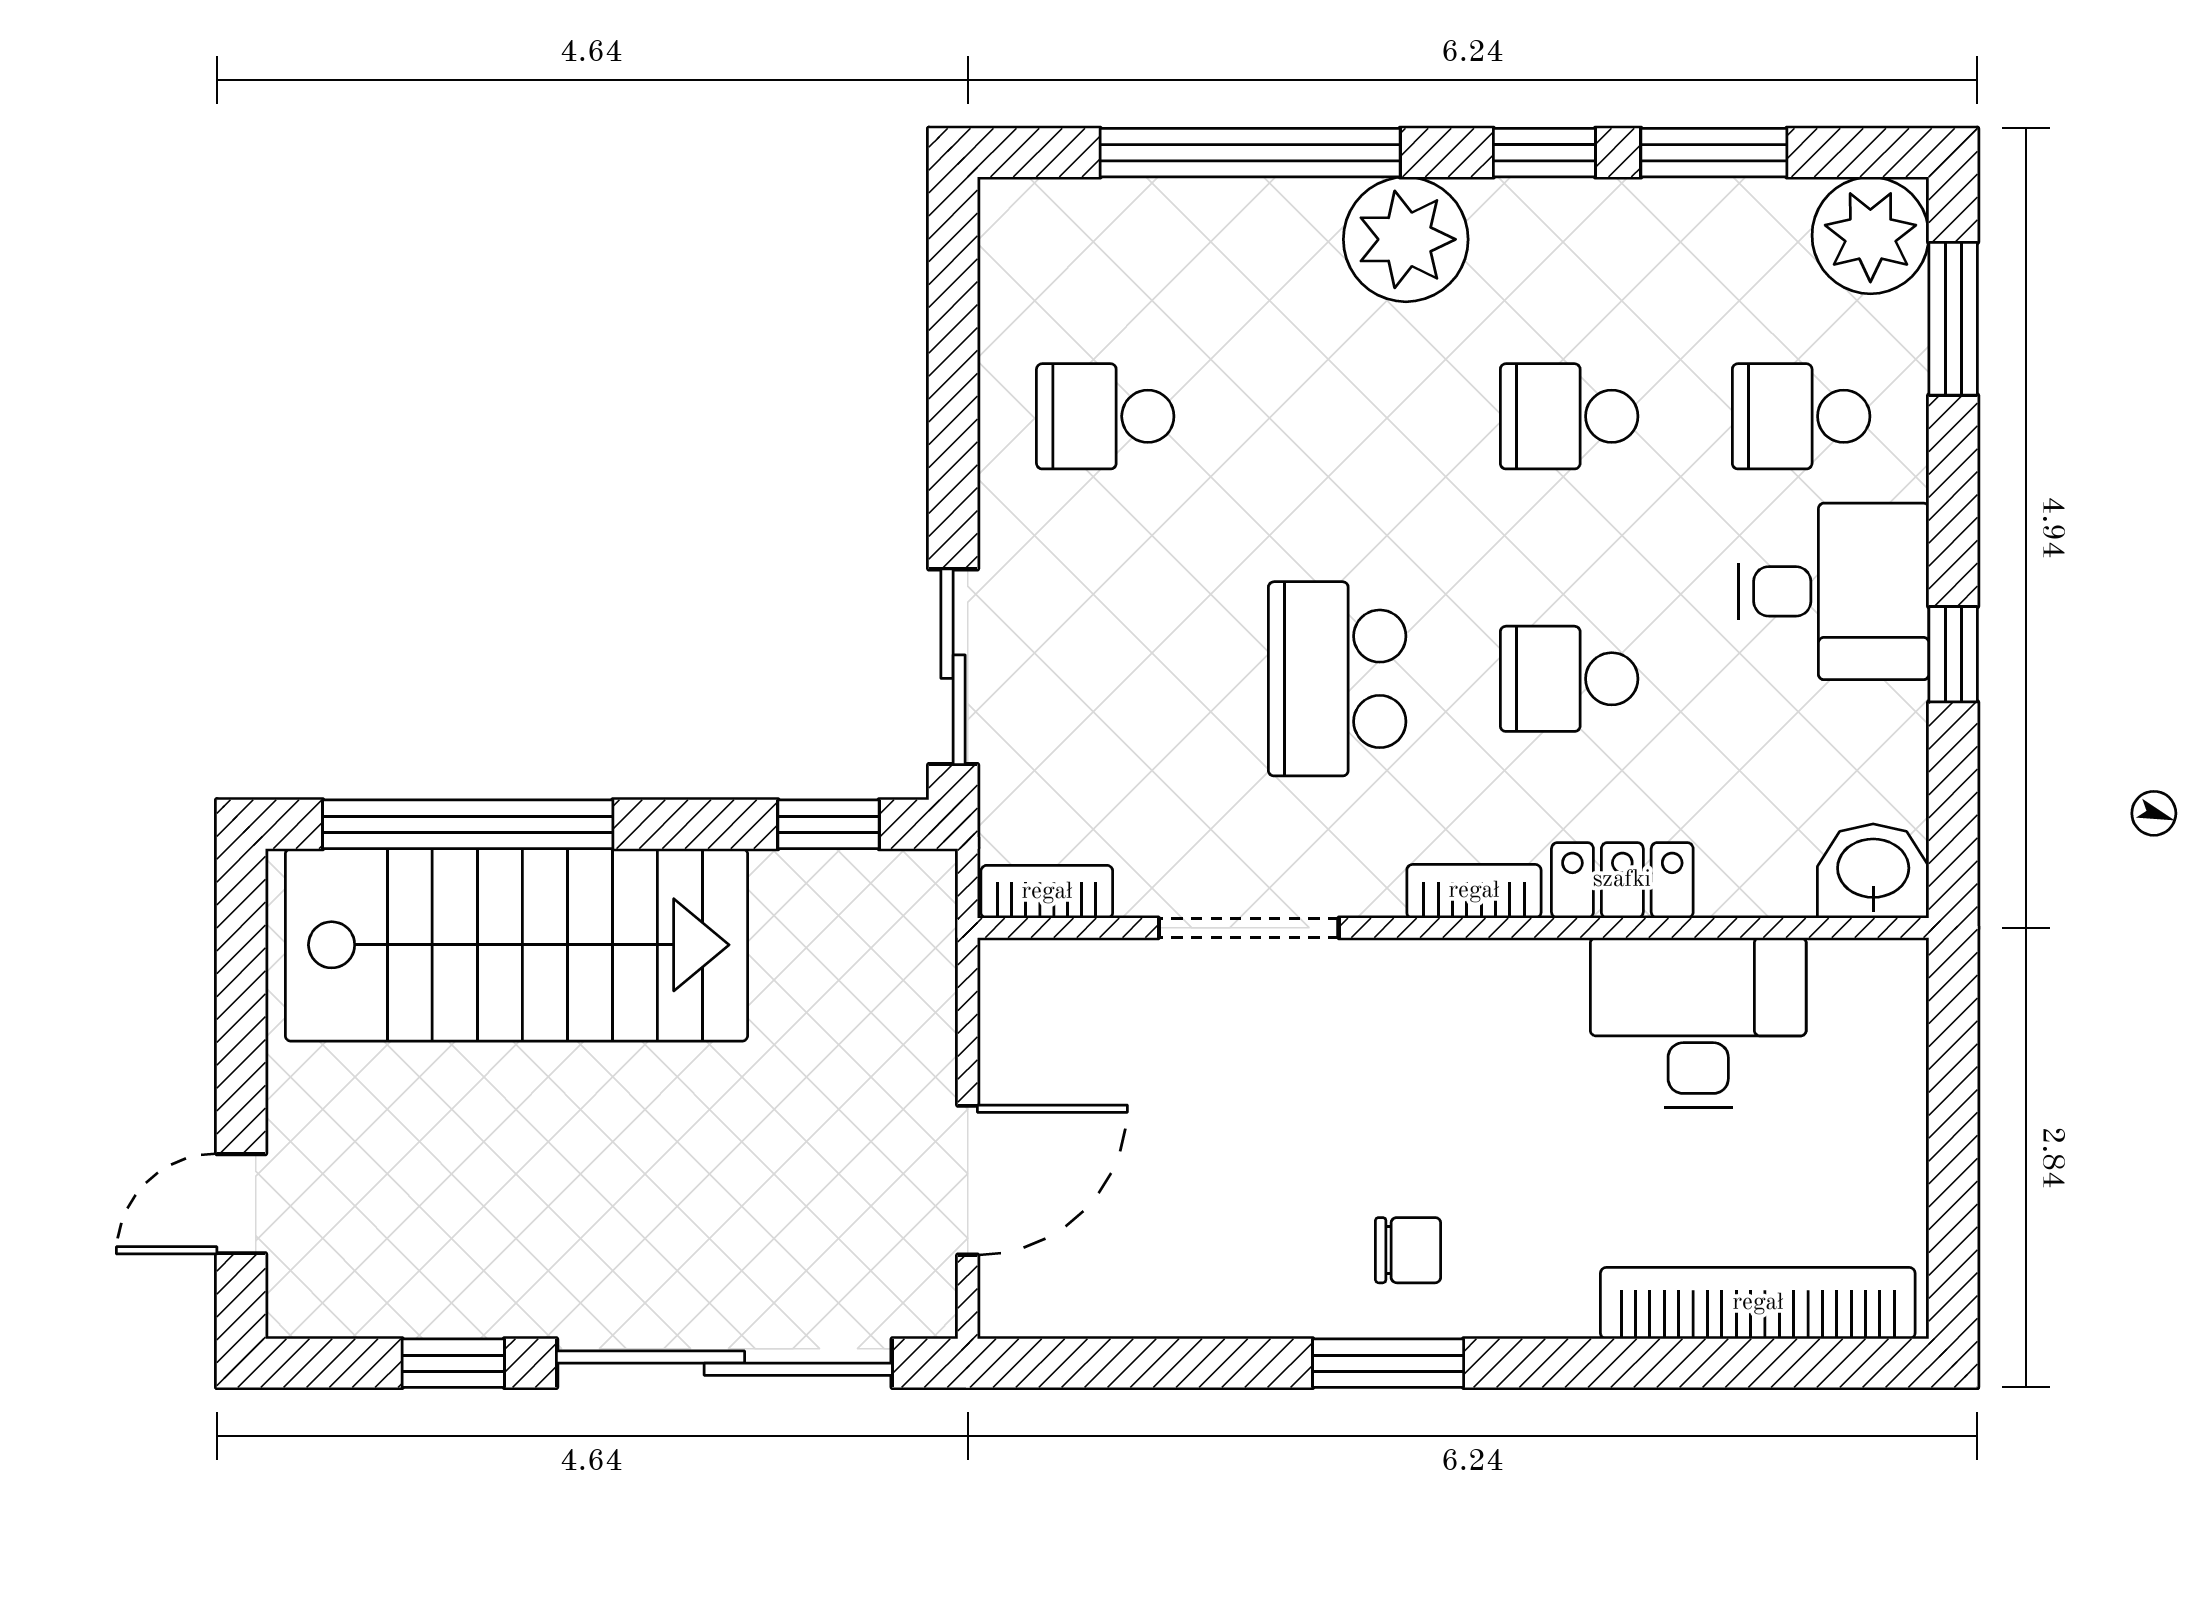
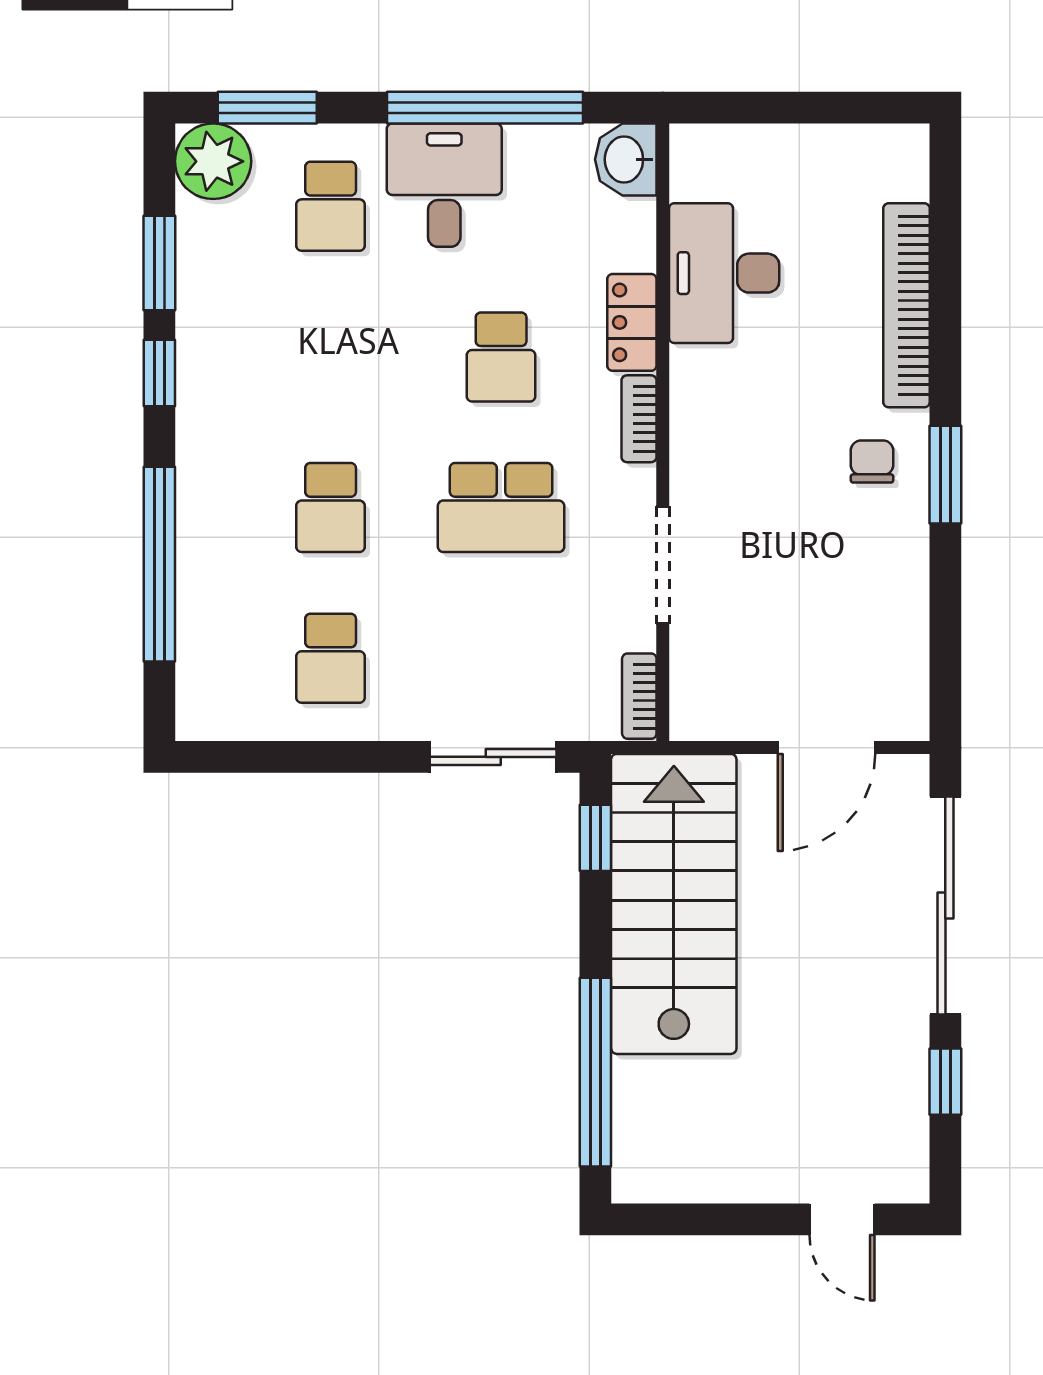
plant: (1406, 239) -> (216, 463), removed
school desk: (1569, 416) -> (331, 508), moved
window: (1953, 654) -> (485, 108), width x3.17
stairs: (516, 945) -> (674, 904), moved
door: (968, 1180) -> (827, 748), swing flipped
bookcase: (1758, 1303) -> (906, 305), moved

